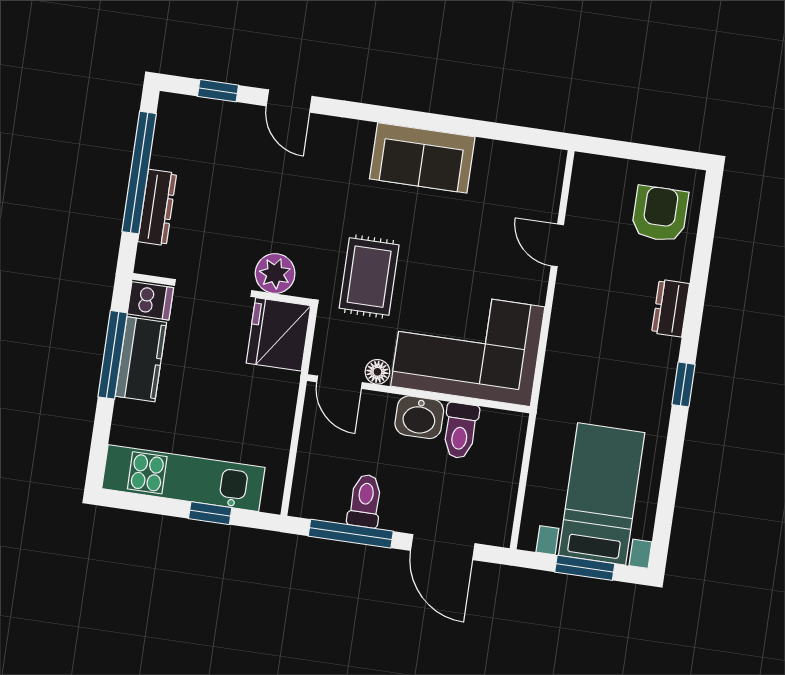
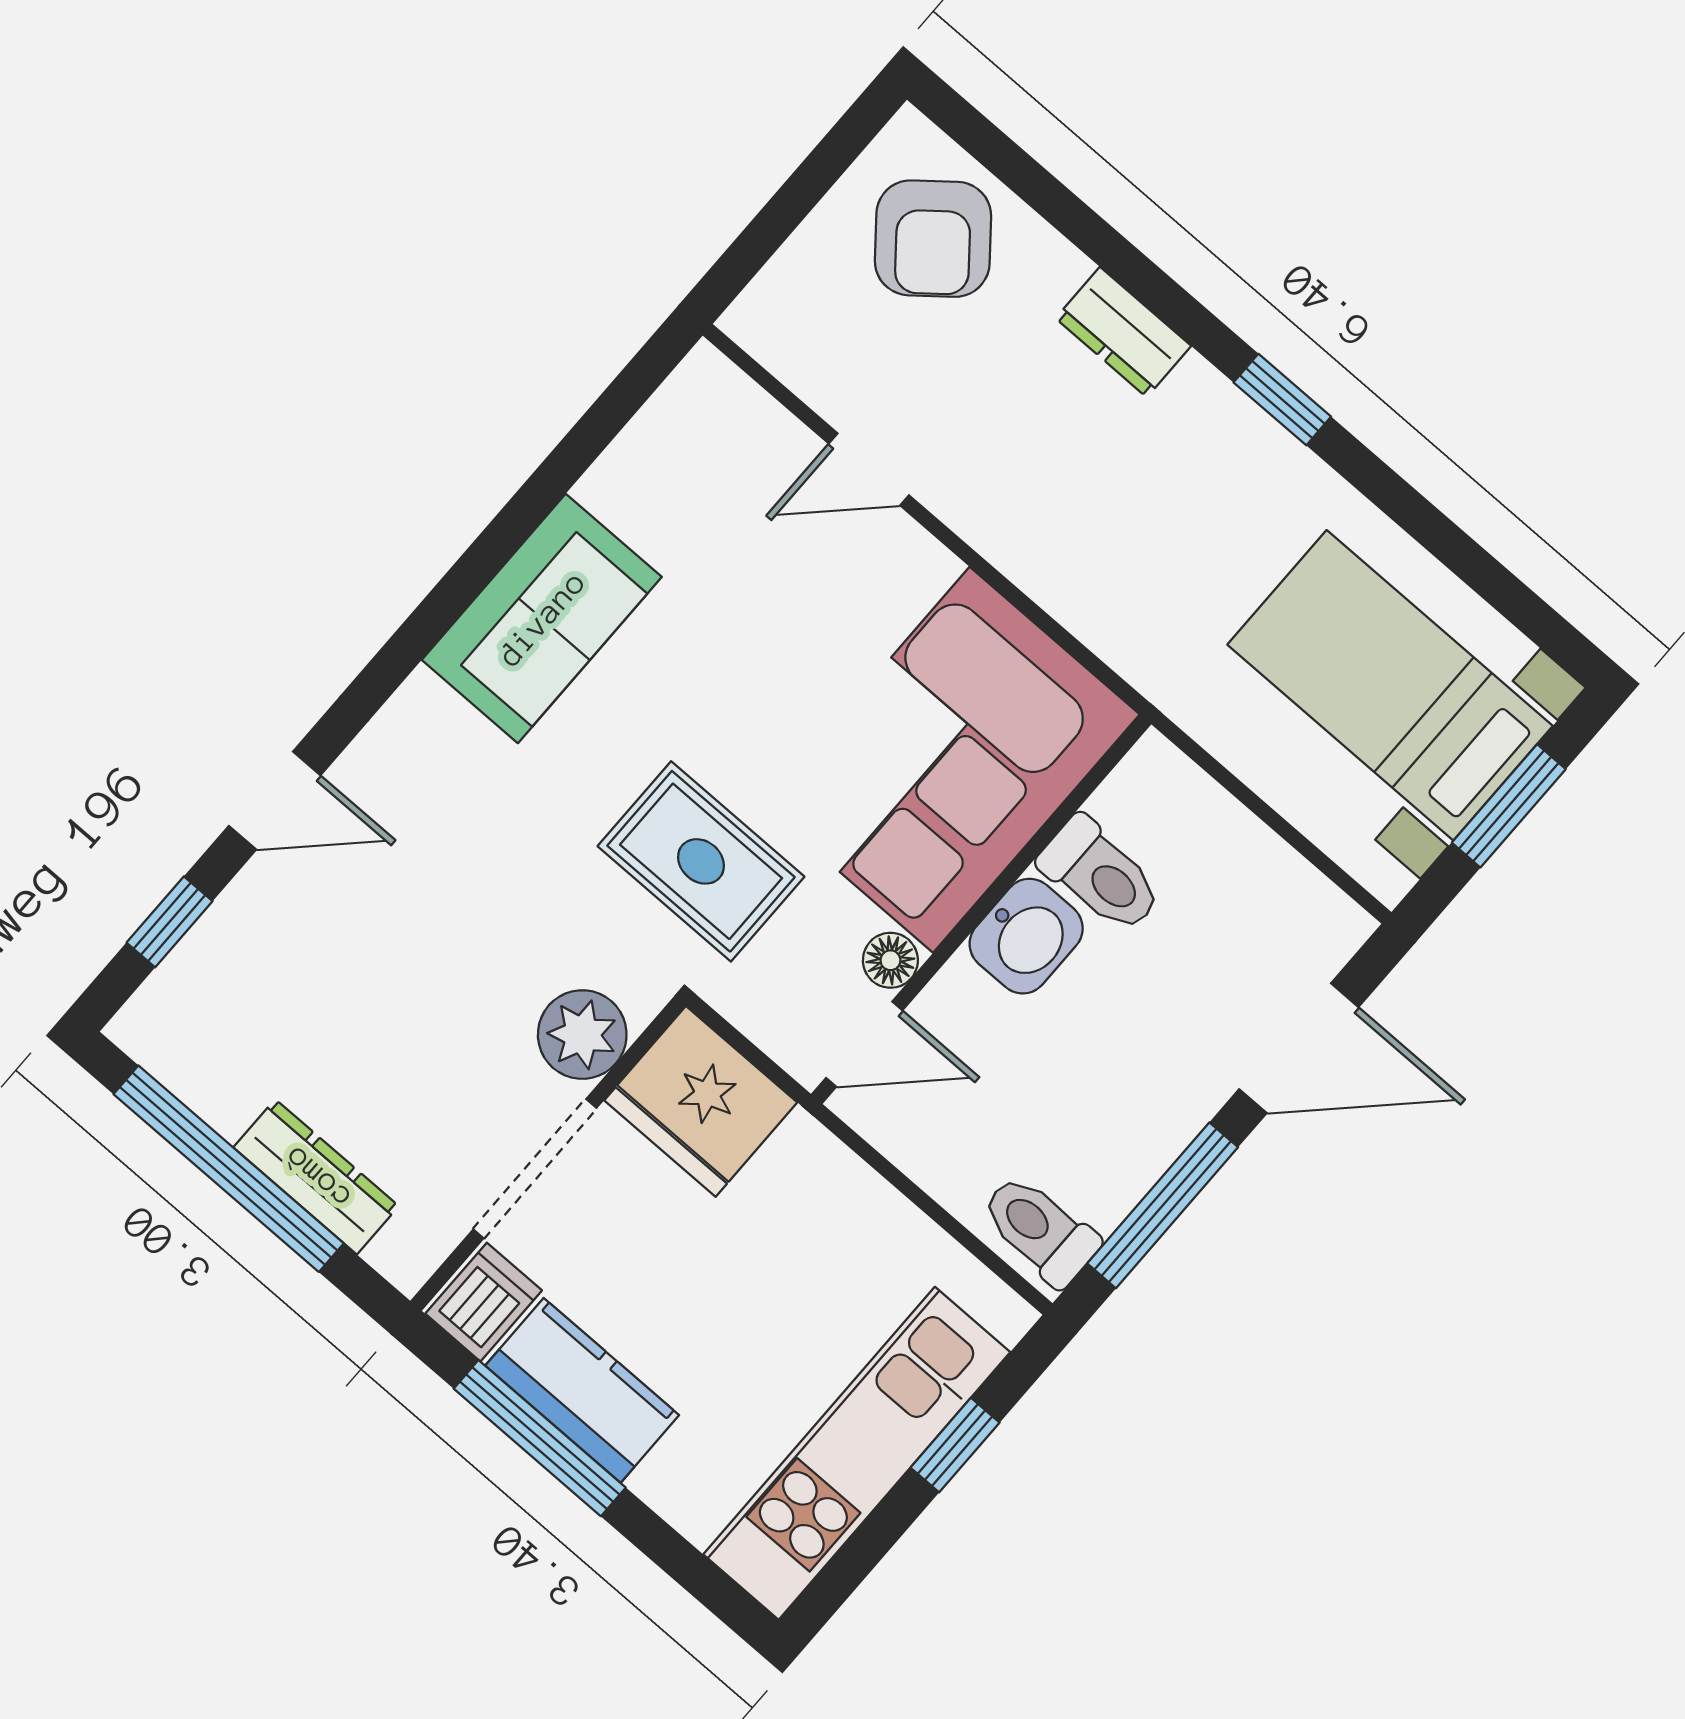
armchair: (660, 214) -> (933, 239), turned -129
toilet: (365, 501) -> (1040, 1230), moved

